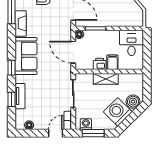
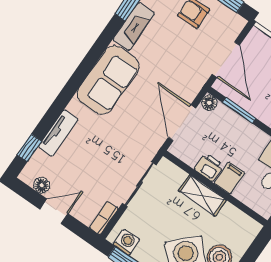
window: (12, 68) -> (75, 82), removed
window: (12, 99) -> (29, 148), moved
door: (56, 133) -> (54, 211), moved

